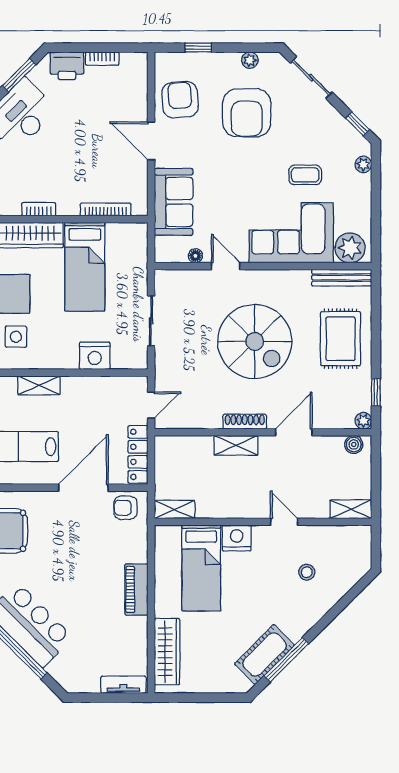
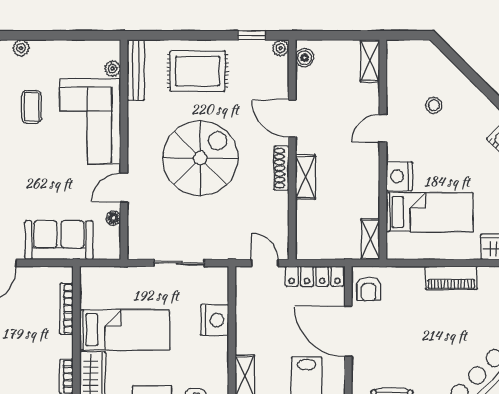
plant: (350, 248) -> (113, 69), width x0.53, depth x0.53

